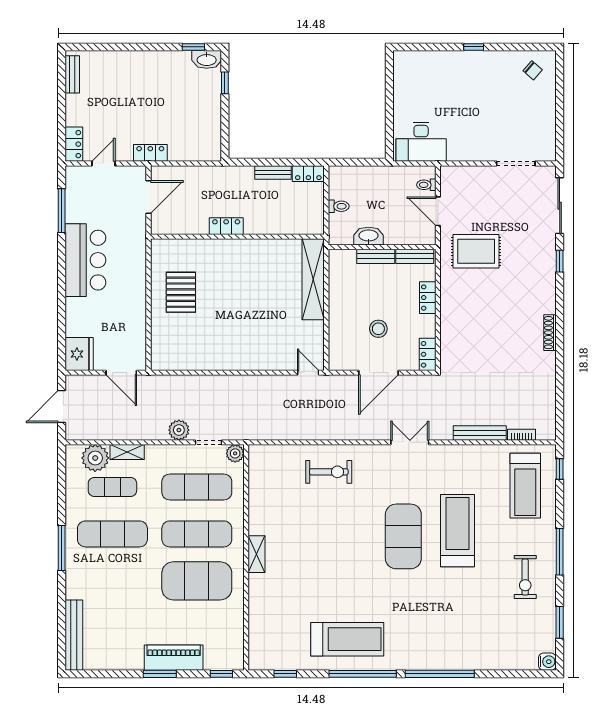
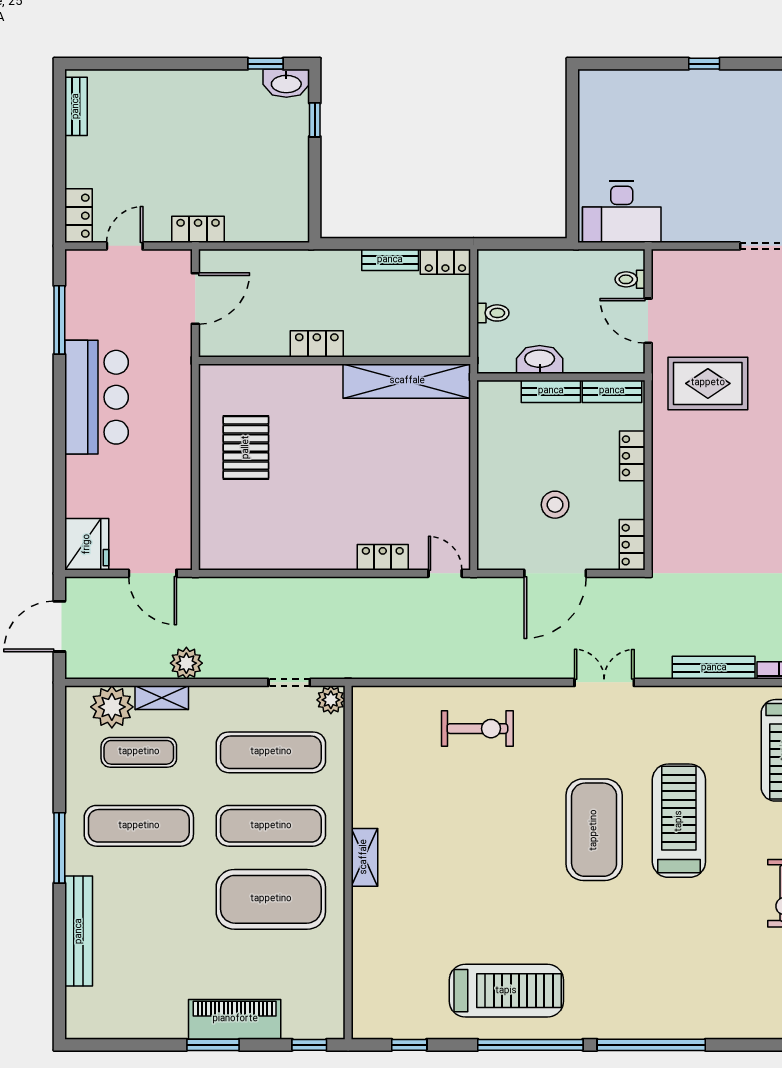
shelving: (313, 279) -> (407, 381), moved, turned 90
locker: (268, 362) -> (383, 557), added
plant: (179, 430) -> (186, 663), moved
bench: (74, 635) -> (79, 931), moved

